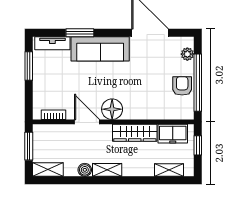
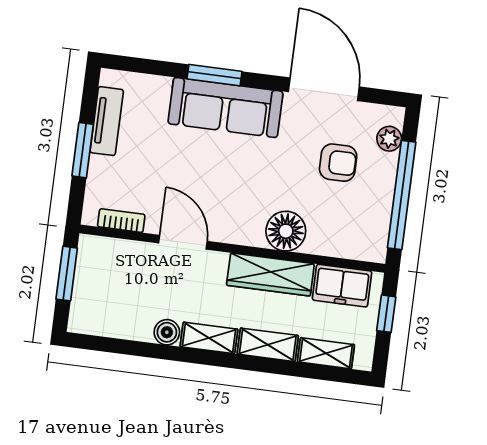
window: (80, 33) -> (214, 75), moved
tv unit: (52, 43) -> (107, 121), moved, turned -90
window: (29, 66) -> (83, 150), moved
armchair: (182, 86) -> (338, 163), moved, turned 90
floor lamp: (112, 109) -> (286, 231), moved
shelving: (48, 170) -> (268, 345), moved

